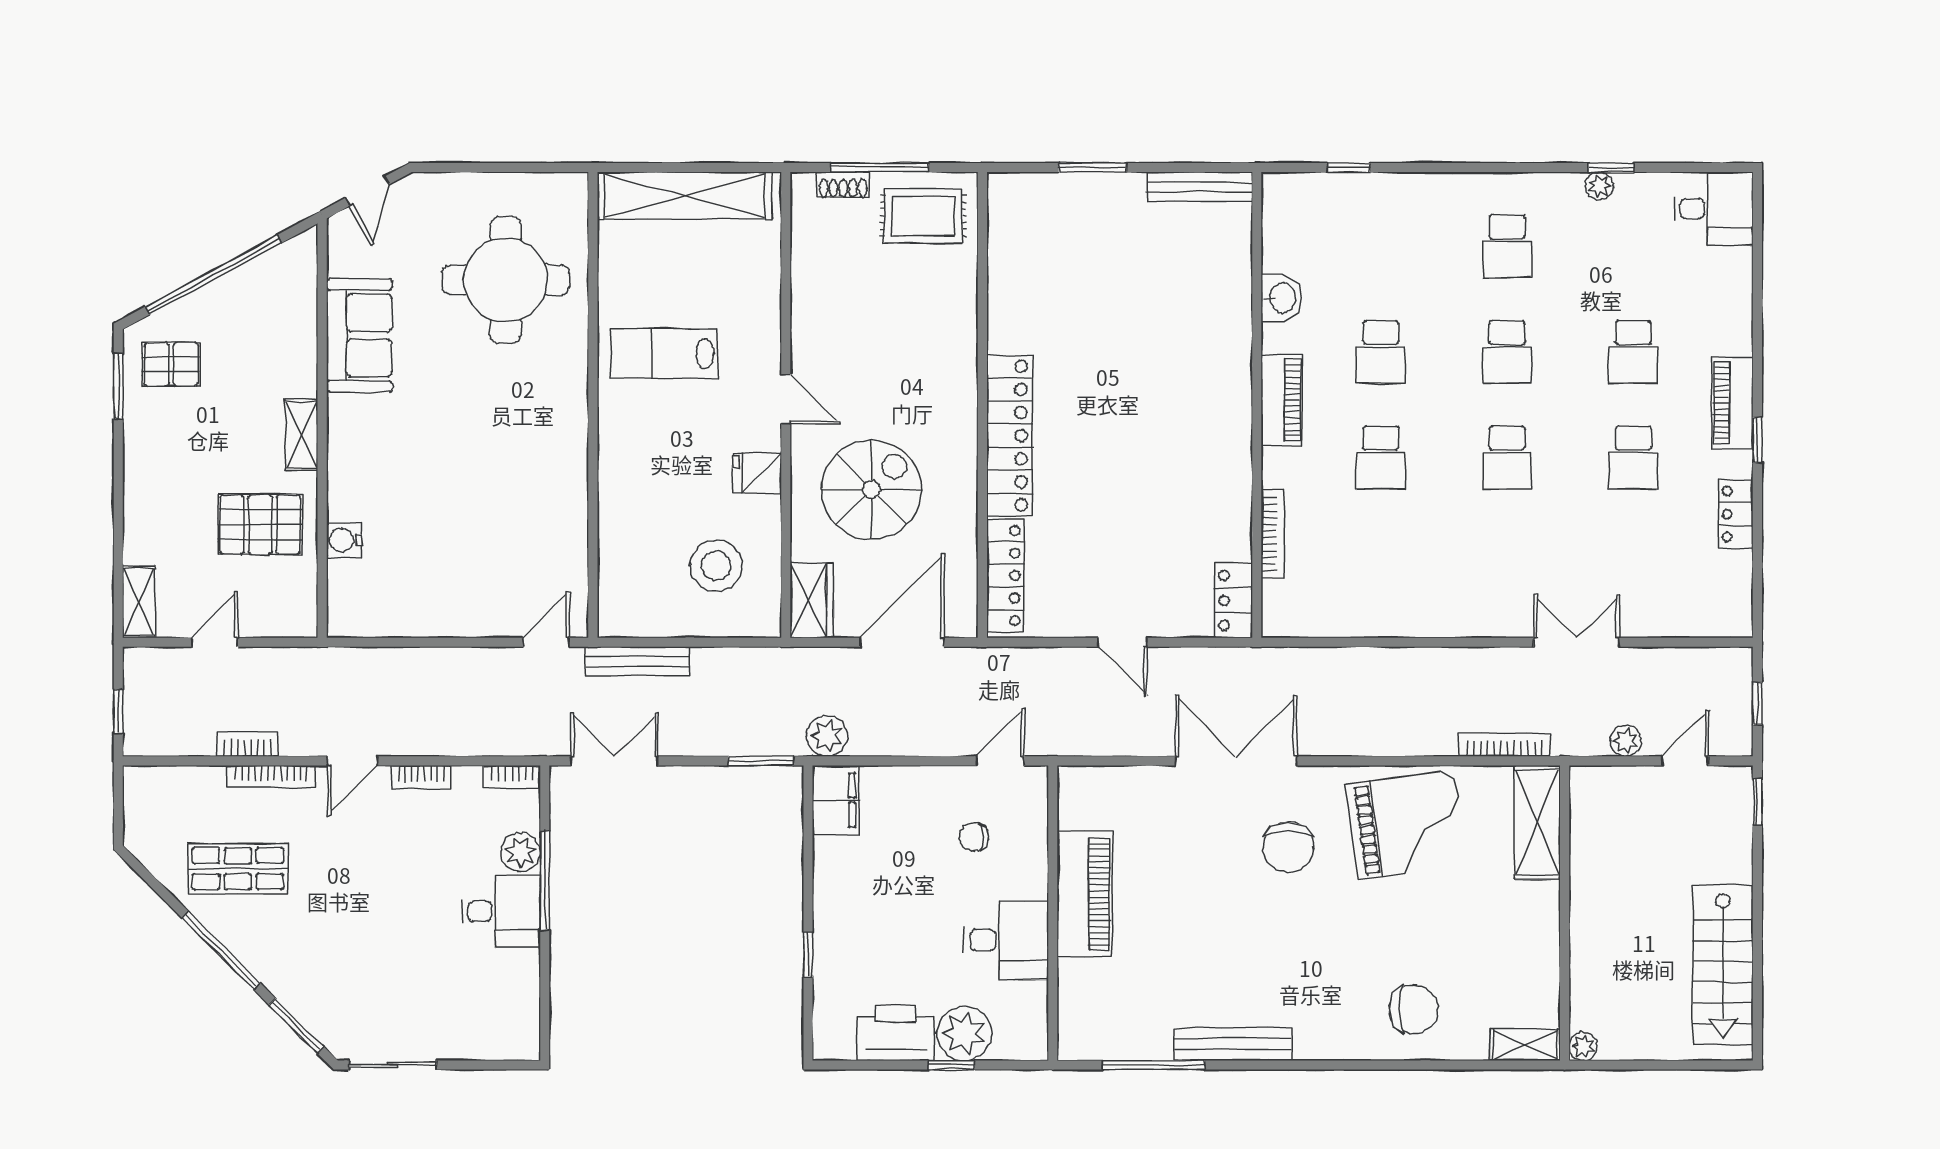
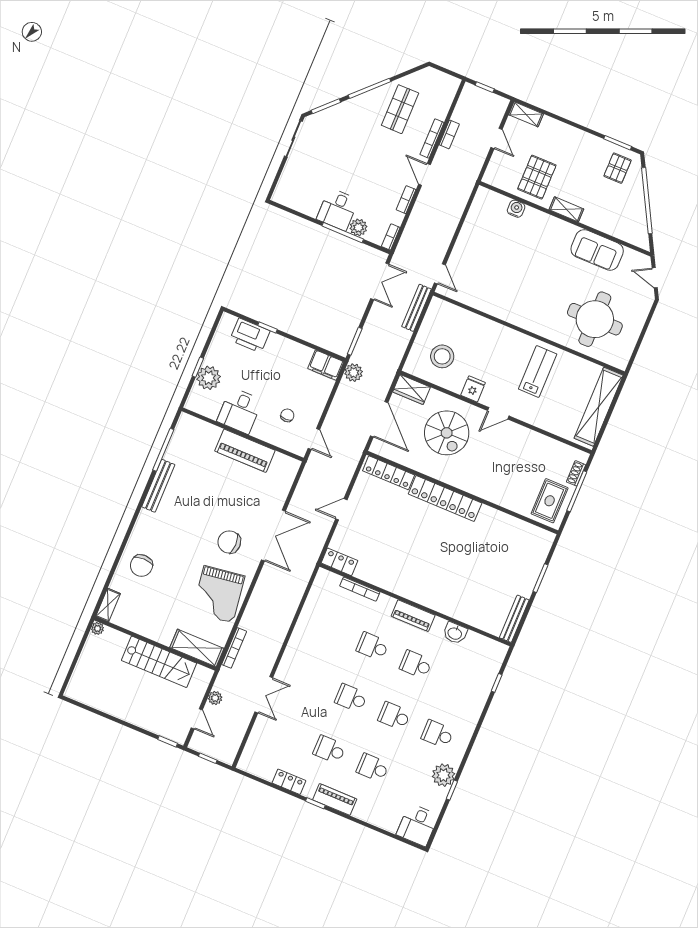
plant: (1599, 186) -> (443, 775), width x1.88, depth x1.88
stairs: (1723, 965) -> (159, 662), moved, turned 180
printer: (896, 1033) -> (250, 335), moved, turned 90

